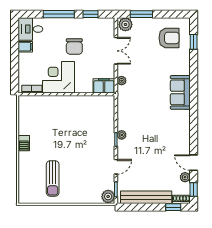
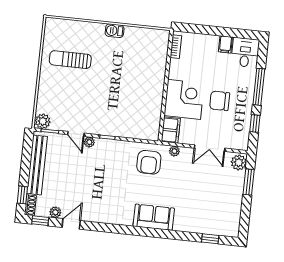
armchair: (169, 38) -> (149, 162), moved
corner desk: (59, 77) -> (184, 99), moved
plant: (122, 135) -> (89, 142), moved

